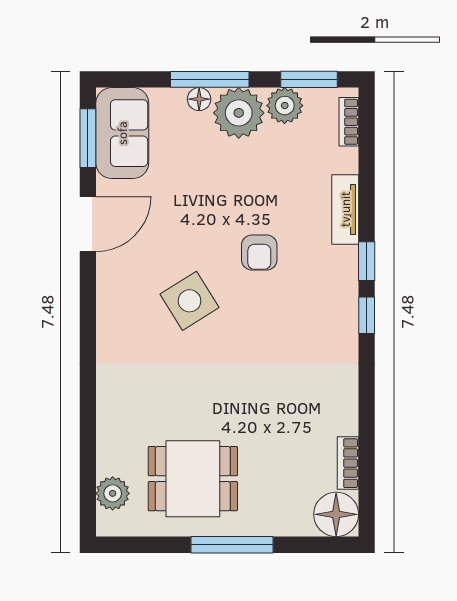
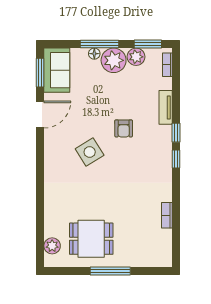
bookcase: (348, 463) -> (167, 215), moved
floor lamp: (336, 514) -> (161, 256), removed

